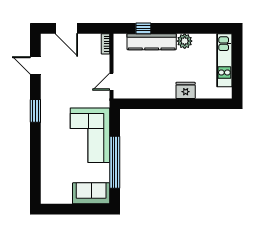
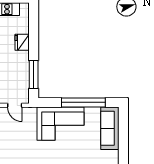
window: (148, 104) -> (34, 74), added
sofa: (91, 193) -> (110, 128), width x1.36

